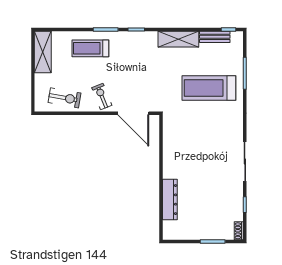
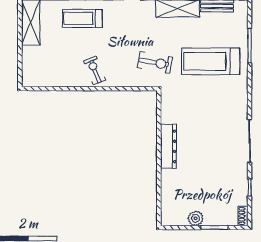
exercise bike: (65, 98) -> (155, 63), moved
door: (133, 113) -> (129, 89), removed
dresser: (170, 200) -> (168, 146), moved
plant: (195, 233) -> (196, 218), added

